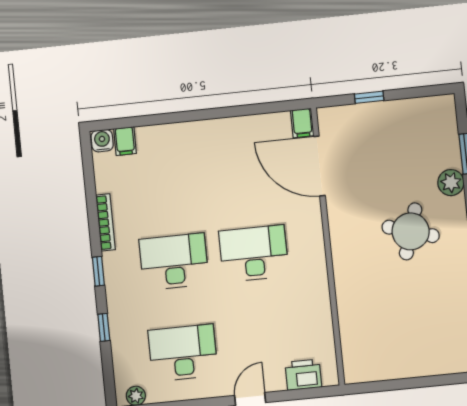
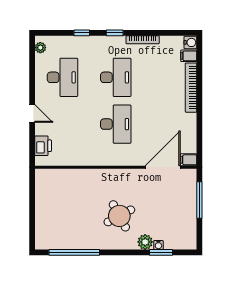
window: (369, 97) -> (199, 200), width x2.17
bookcase: (179, 132) -> (191, 88), added
water cooler: (454, 159) -> (158, 245), added
round table: (411, 231) -> (119, 216), turned 45

